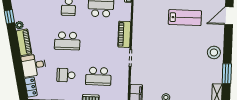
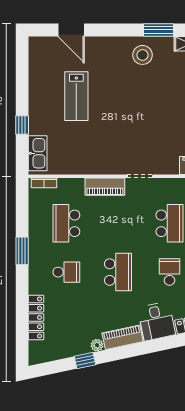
lab bench: (185, 18) -> (76, 96), turned 180
stool: (214, 52) -> (142, 55), moved
school desk: (66, 75) -> (170, 272), turned 180

